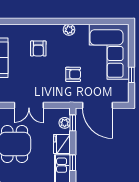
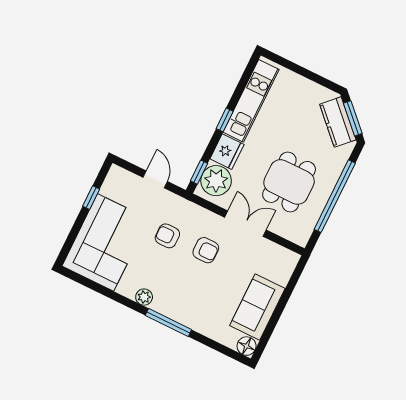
window: (46, 21) -> (168, 323), added
armchair: (38, 48) -> (206, 250), moved, turned 90
door: (97, 105) -> (155, 179), width x0.53
plant: (65, 123) -> (216, 181), width x1.87, depth x1.87

